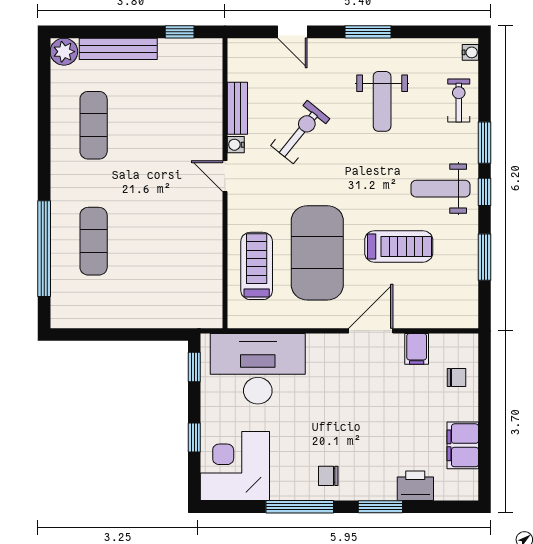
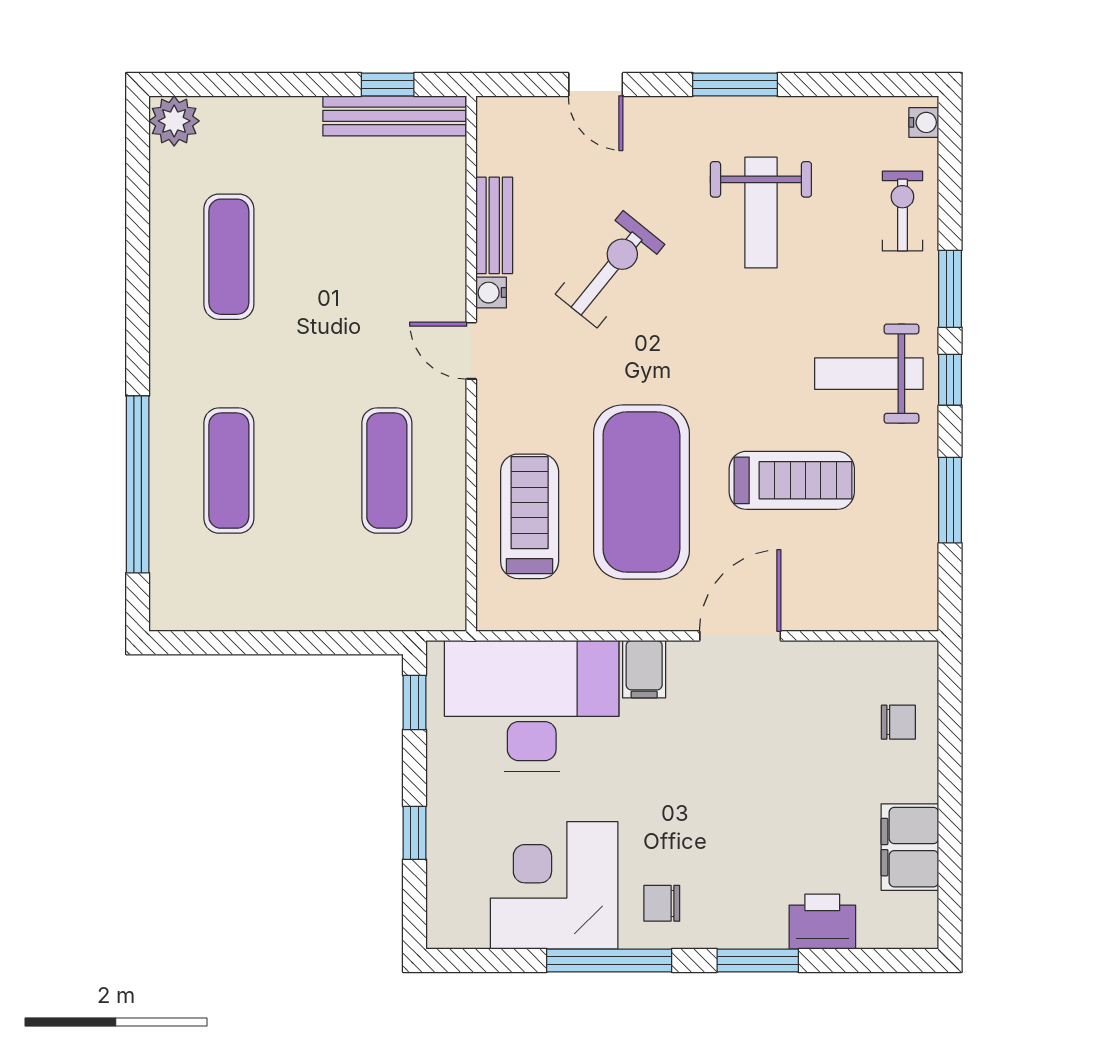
bench: (118, 49) -> (394, 116), moved
exercise mat: (179, 241) -> (387, 471), added
filing cabinet: (417, 349) -> (644, 669), moved
corner desk: (235, 466) -> (554, 885), moved

